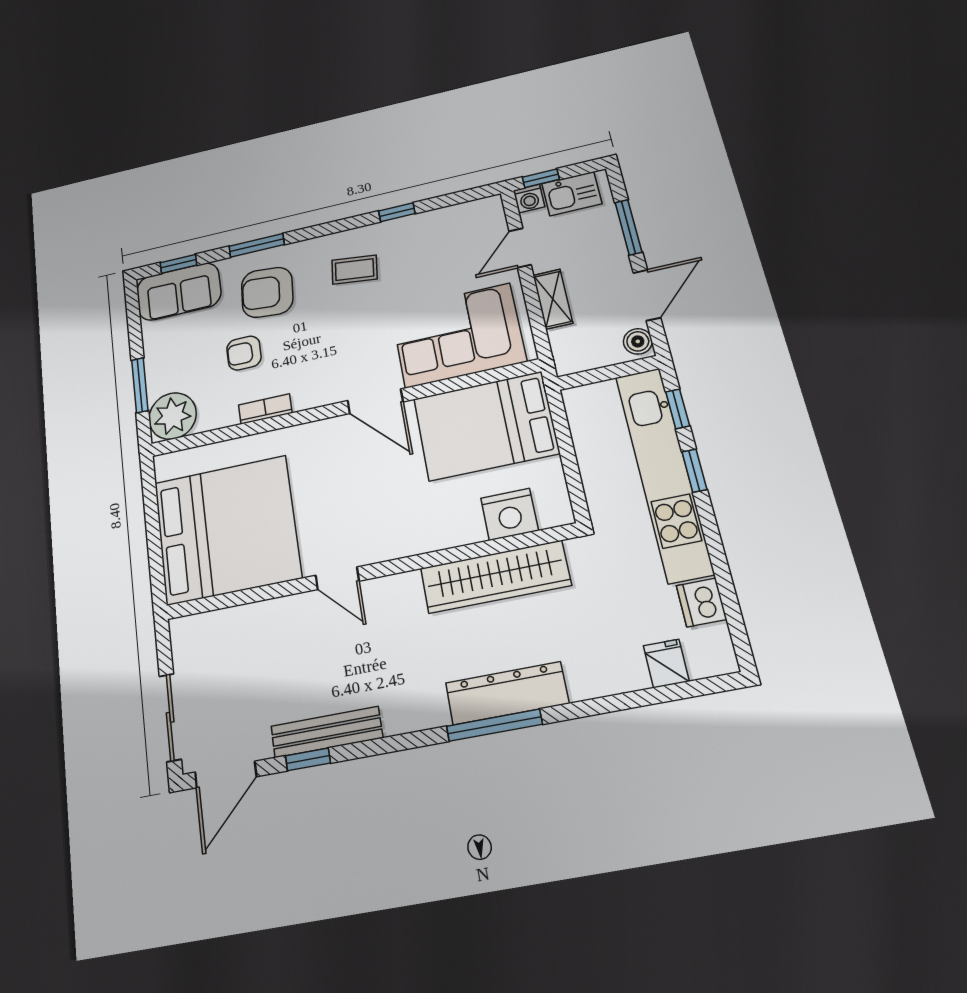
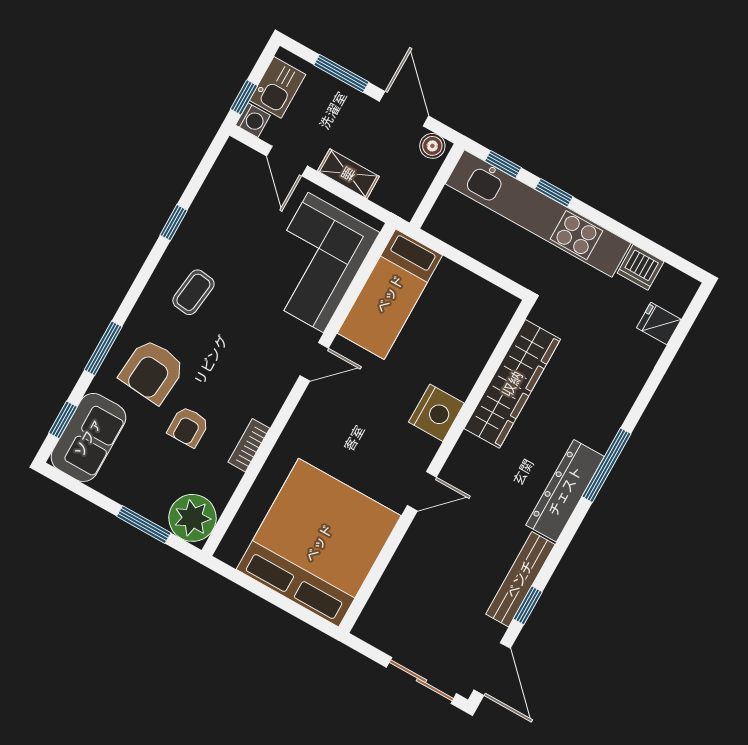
door: (375, 401) -> (314, 362), width x0.73
bed: (486, 426) -> (390, 294), width x0.67
nightstand: (509, 514) -> (436, 413), moved
dresser: (507, 693) -> (565, 491), moved

